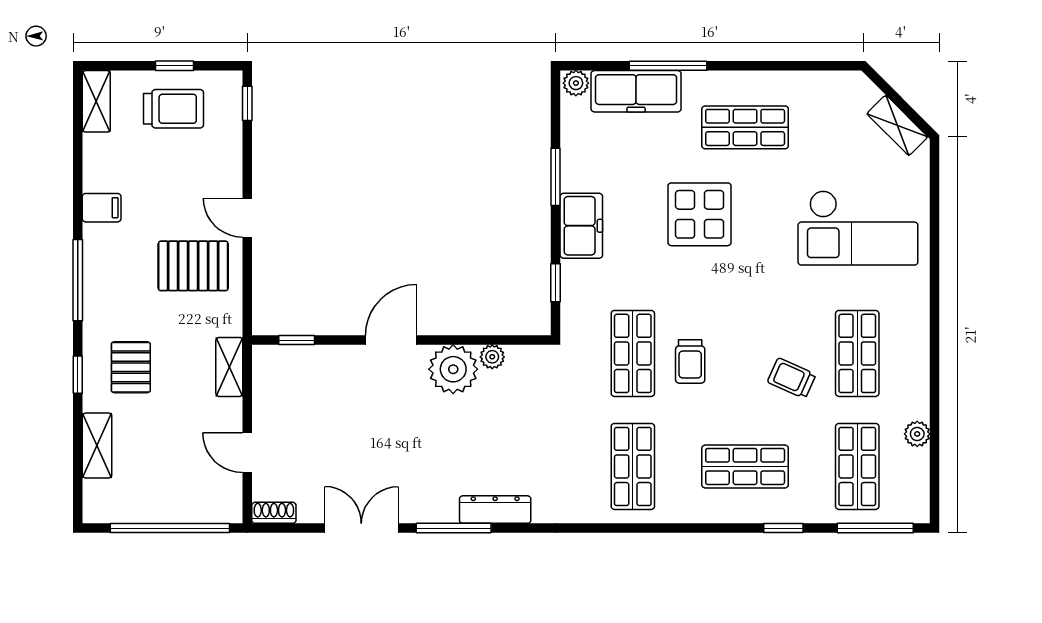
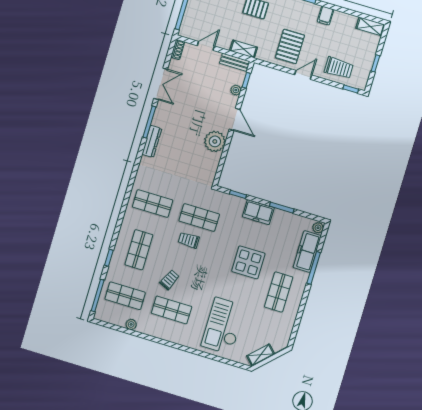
trolley: (174, 109) -> (339, 68), moved, turned -90
plant: (492, 357) -> (236, 90), moved
bench: (265, 378) -> (235, 62), added

